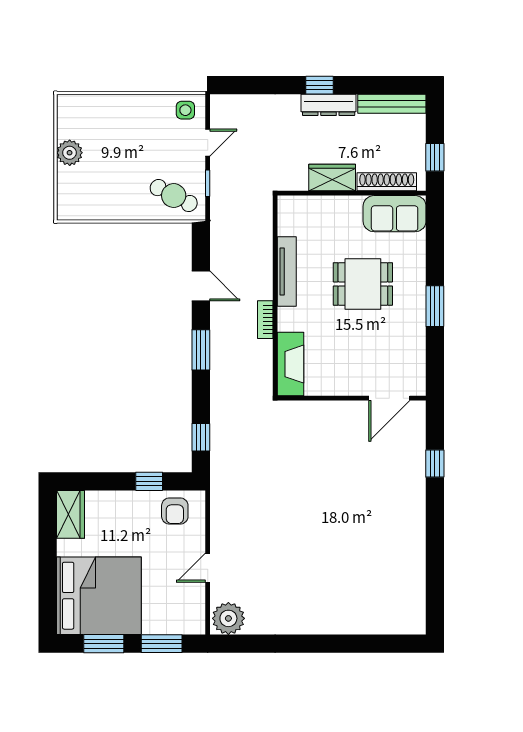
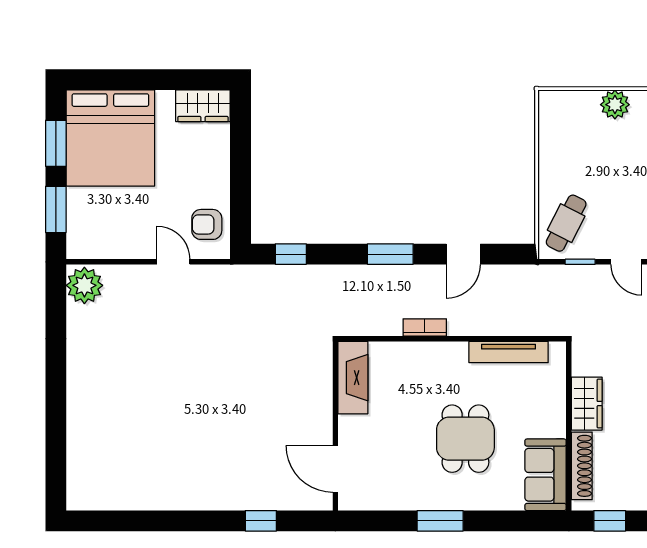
tv unit: (287, 271) -> (509, 352), moved
fireplace: (290, 364) -> (353, 378), moved, turned -90
window: (149, 481) -> (241, 195), removed
door: (208, 568) -> (173, 262), moved

